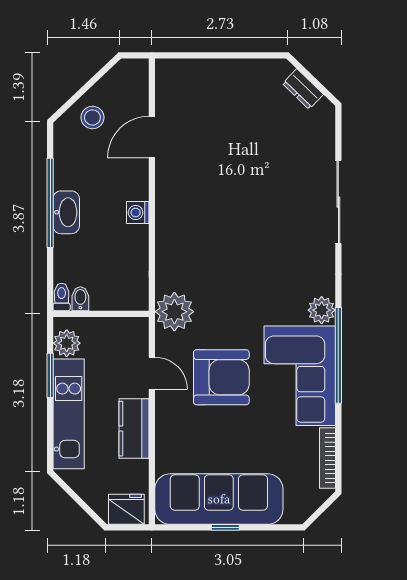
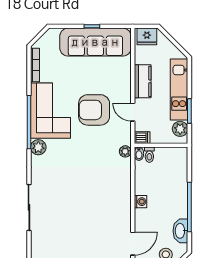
washbasin: (66, 212) -> (180, 231), moved
toilet: (62, 297) -> (149, 155), moved
bidet: (80, 299) -> (139, 154), moved
plant: (174, 312) -> (125, 151), width x0.53, depth x0.53
dishwasher: (135, 328) -> (142, 138), added

